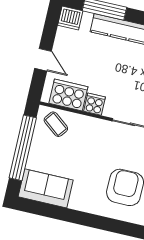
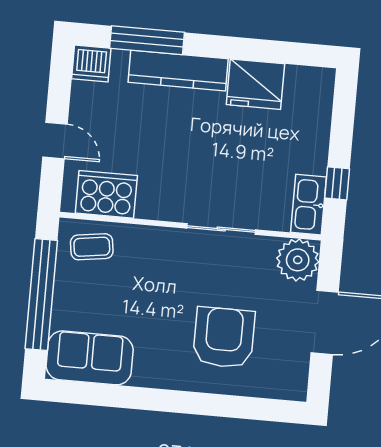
cooker: (94, 104) -> (152, 204), removed
coffee table: (56, 124) -> (92, 247), turned -46

